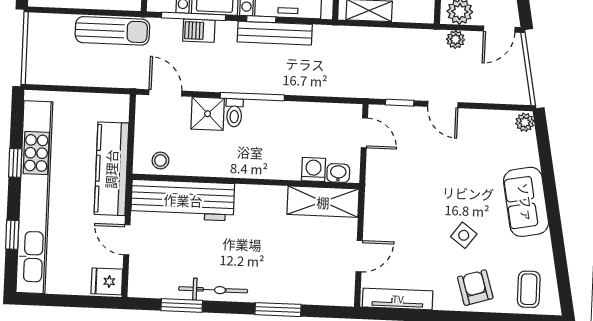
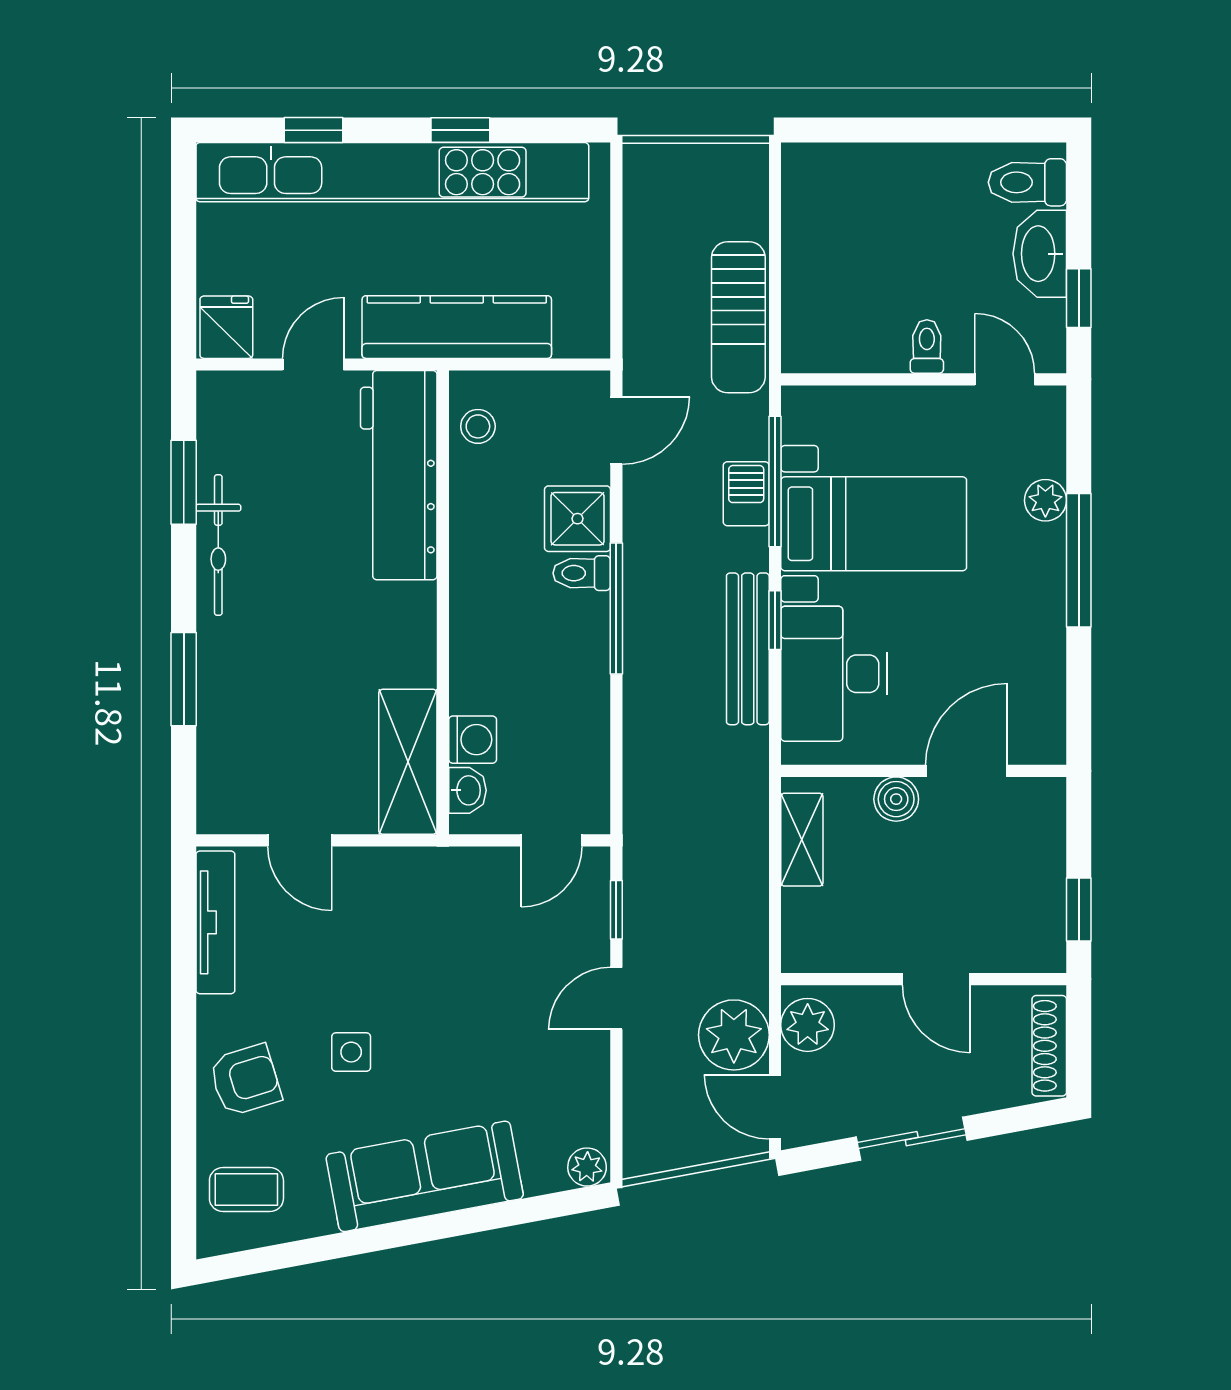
plant: (456, 39) -> (734, 1035), width x1.88, depth x1.88
sofa: (526, 202) -> (425, 1176), width x1.36
side table: (464, 235) -> (351, 1052), turned -37

